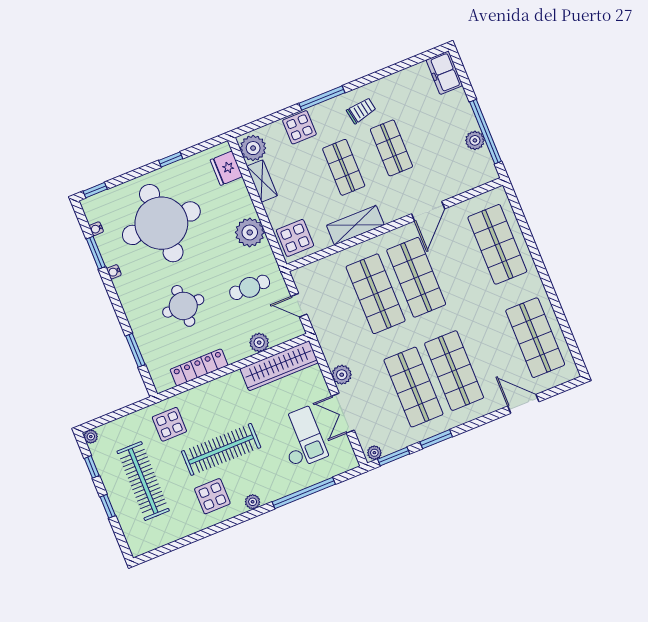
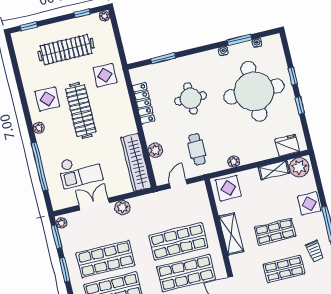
window: (95, 190) -> (293, 76), moved
plant: (250, 232) -> (234, 162), width x0.53, depth x0.53
window: (108, 506) -> (29, 26), moved

